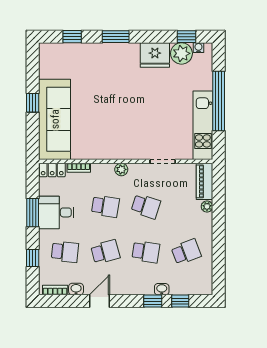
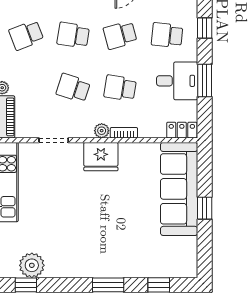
water cooler: (198, 48) -> (12, 272), removed
fridge: (155, 55) -> (101, 157), moved, turned 180
bookcase: (79, 168) -> (124, 133), moved

